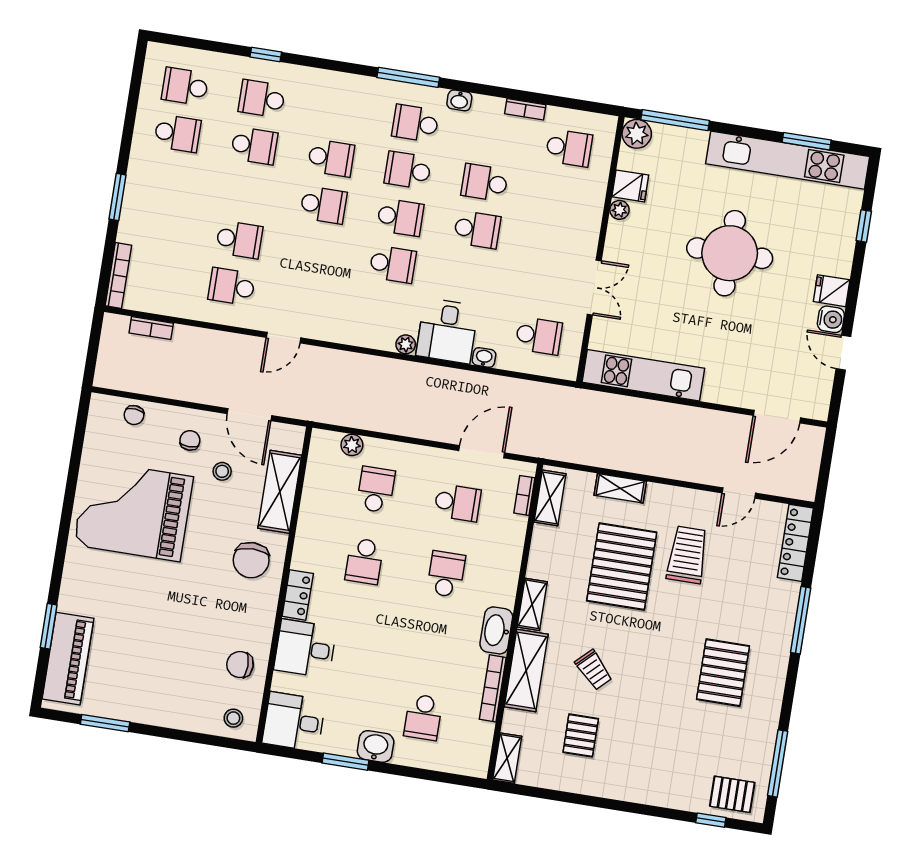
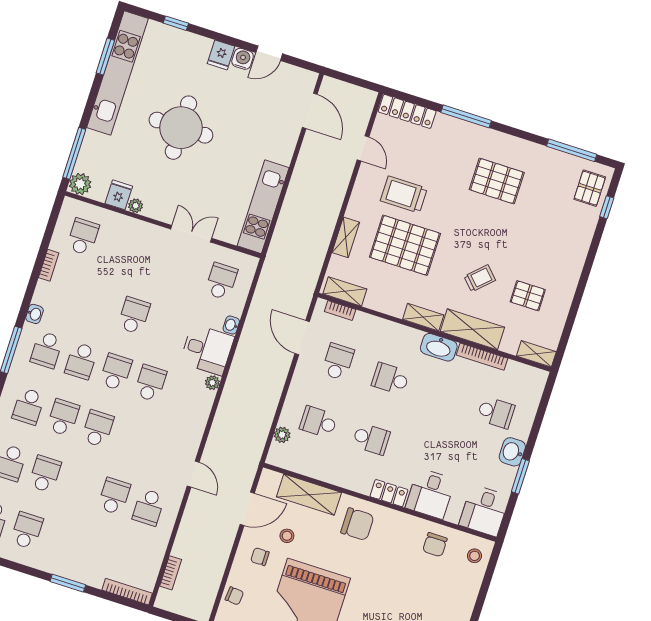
school desk: (485, 183) -> (28, 406), moved

